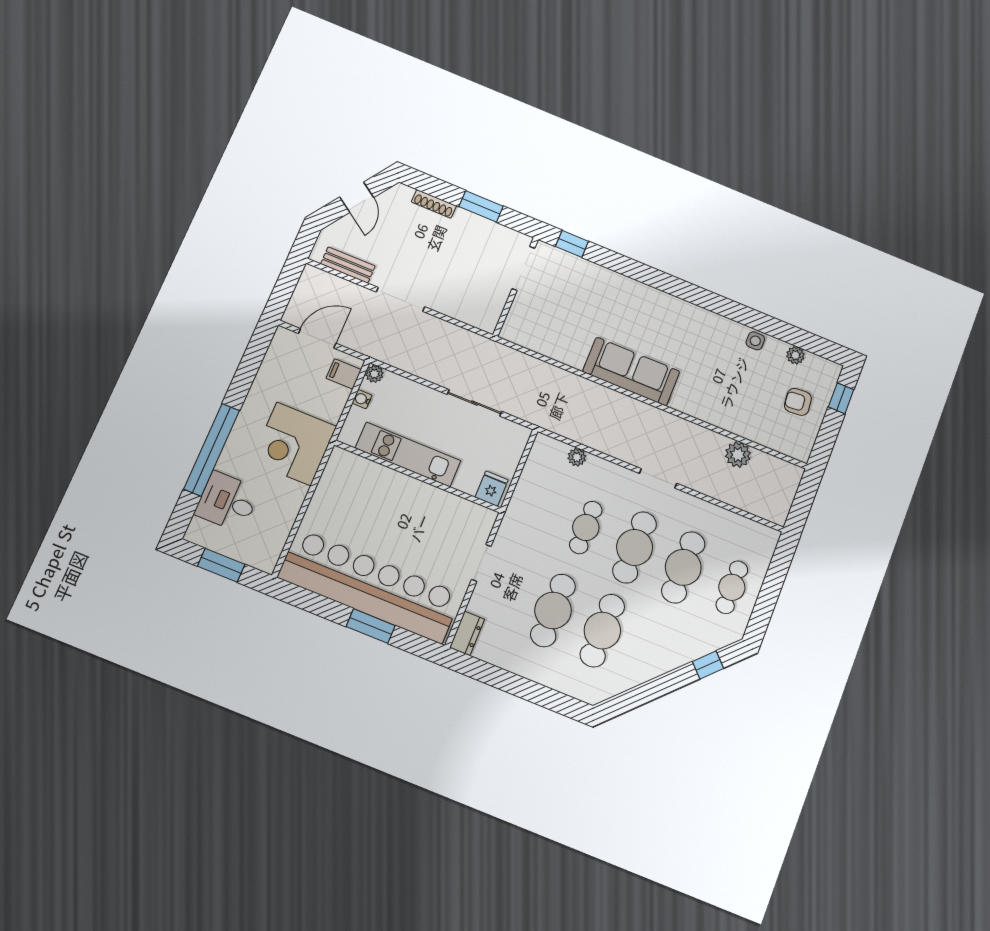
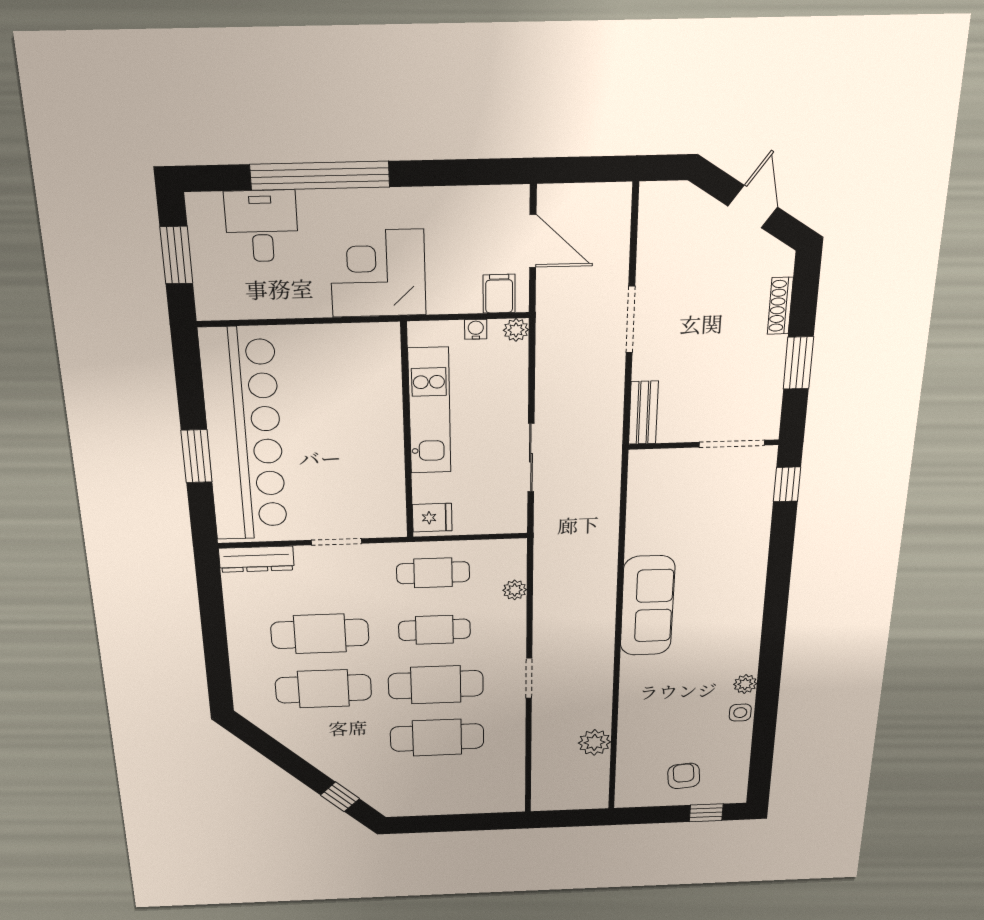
door: (357, 197) -> (753, 207), swing flipped
bench: (348, 265) -> (643, 413), moved
plant: (795, 355) -> (745, 684), moved
cafe table: (732, 587) -> (433, 573), moved
dresser: (467, 633) -> (256, 559), width x1.44

